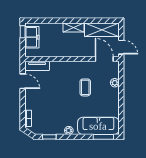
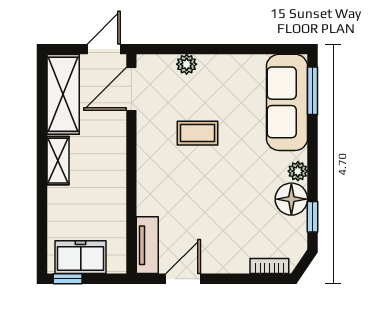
floor lamp: (57, 128) -> (291, 199), added

